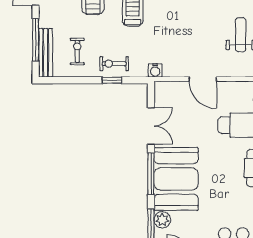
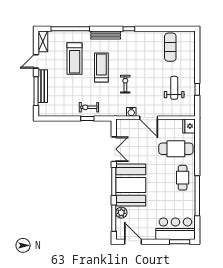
exercise bike: (77, 51) -> (125, 84), moved
bench: (46, 53) -> (43, 86), moved
water cooler: (155, 70) -> (131, 112), moved

